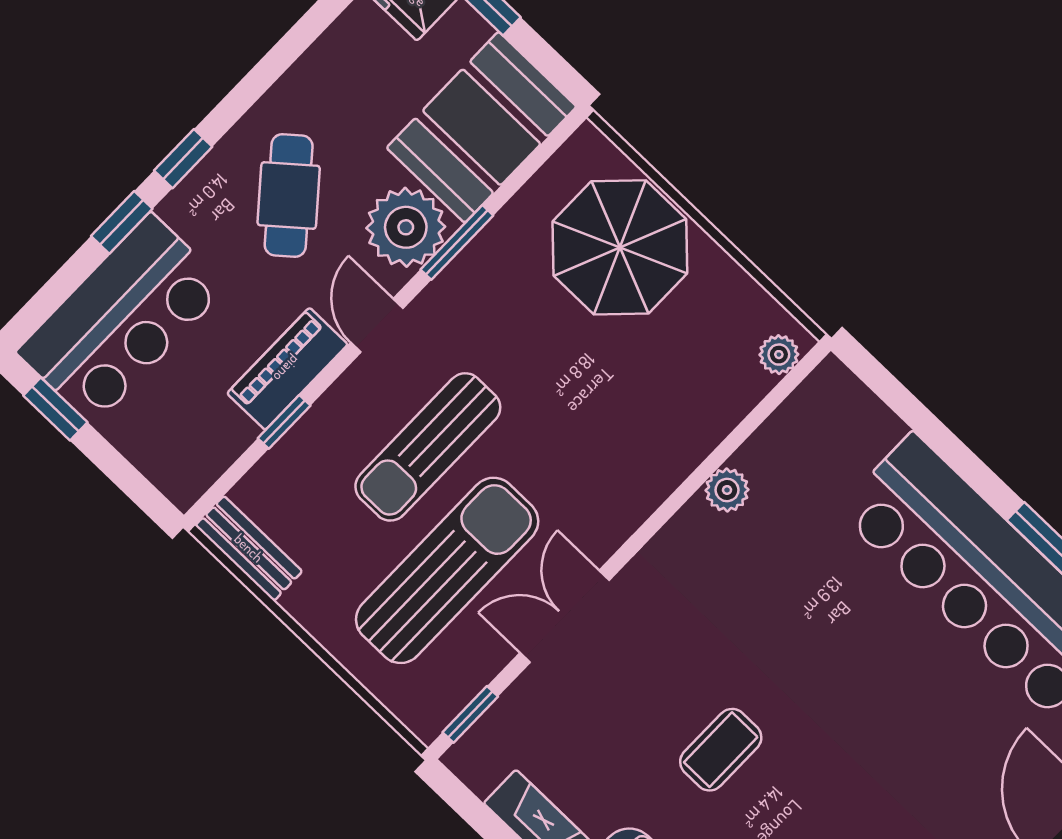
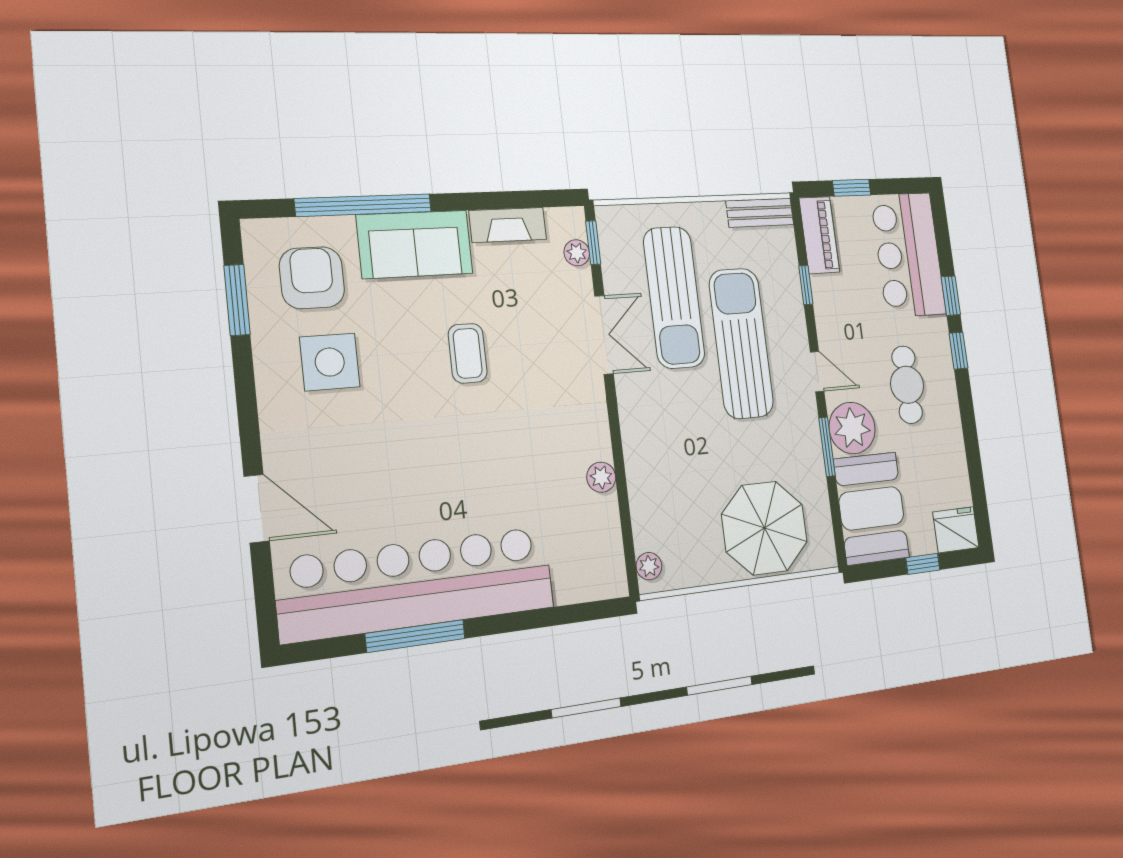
cafe table: (289, 196) -> (907, 385), turned 40
piano: (287, 369) -> (819, 235), moved
window: (55, 409) -> (852, 188), moved
sun lounger: (428, 447) -> (741, 343), width x1.36, depth x1.34
plant: (499, 723) -> (577, 253), added

